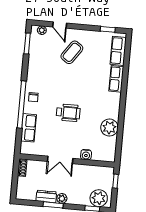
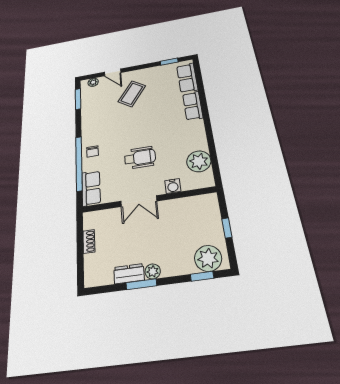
water cooler: (86, 155) -> (173, 186), moved
double door: (60, 160) -> (139, 201), moved
wall: (67, 160) -> (148, 200), moved

